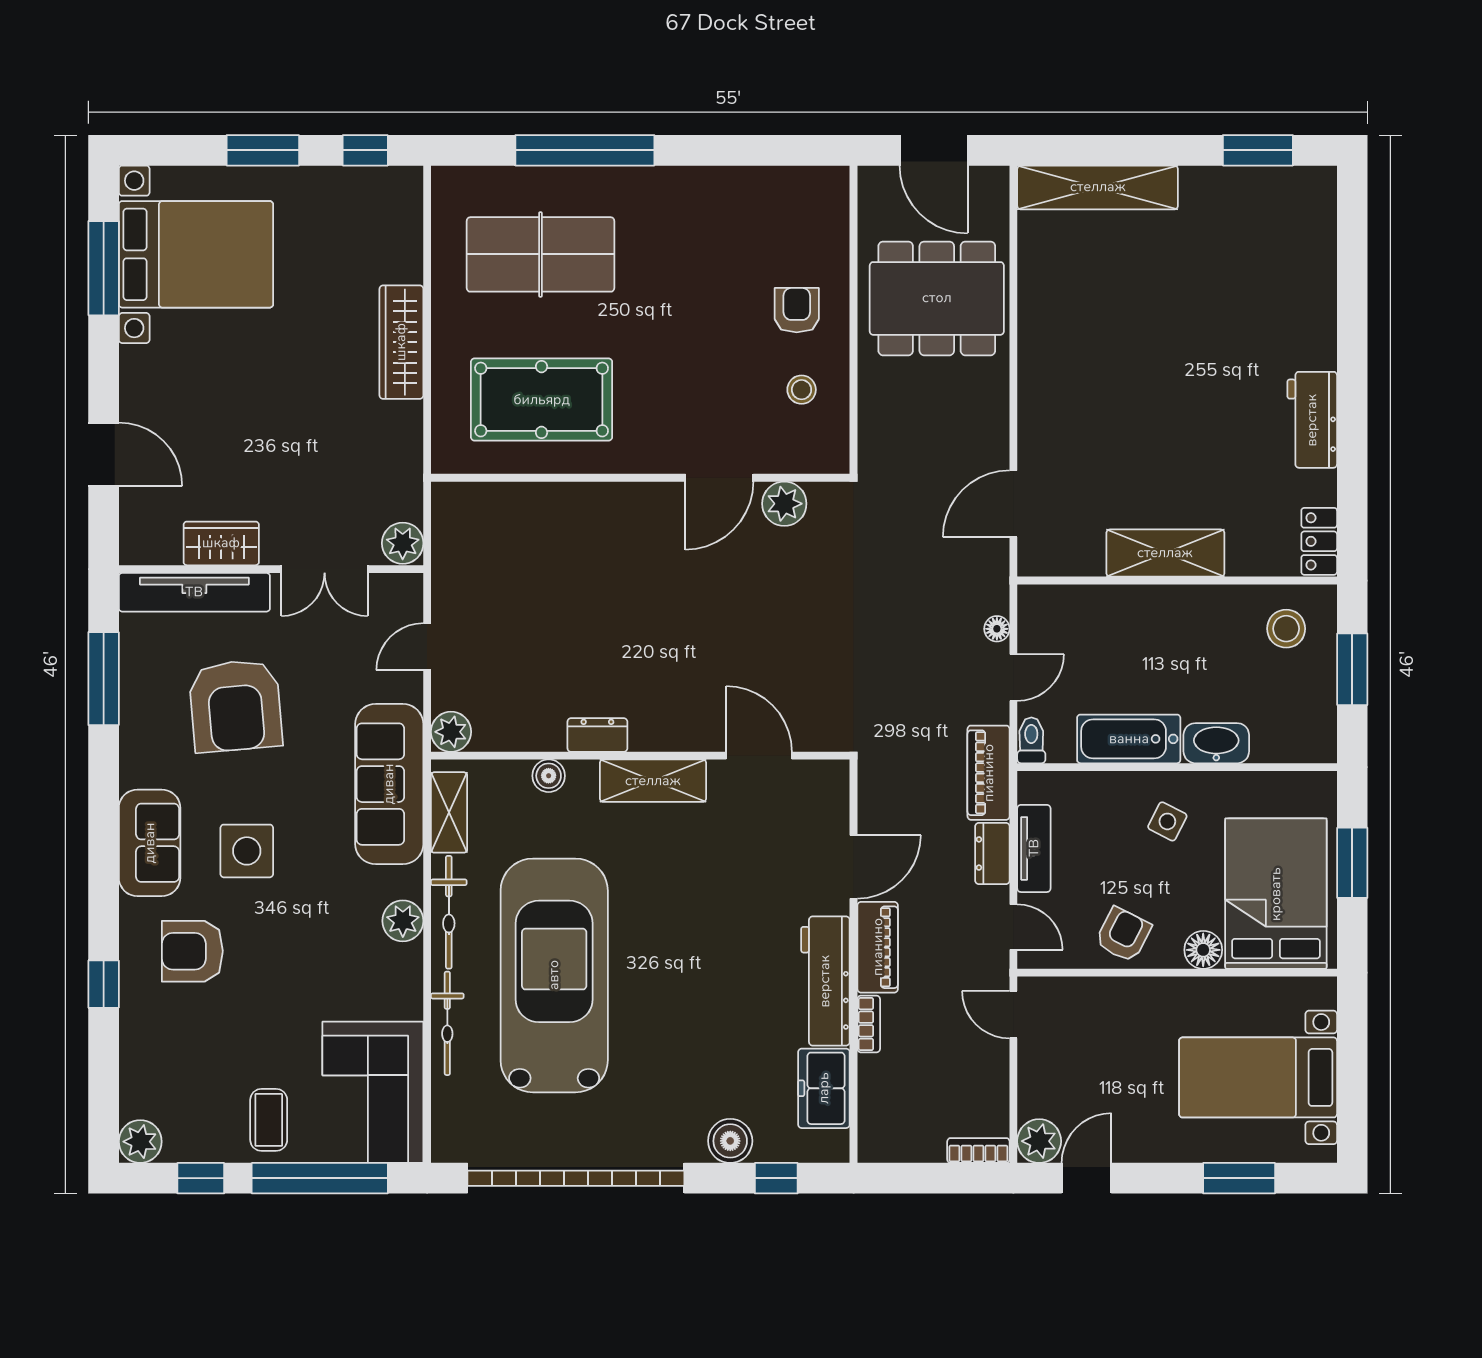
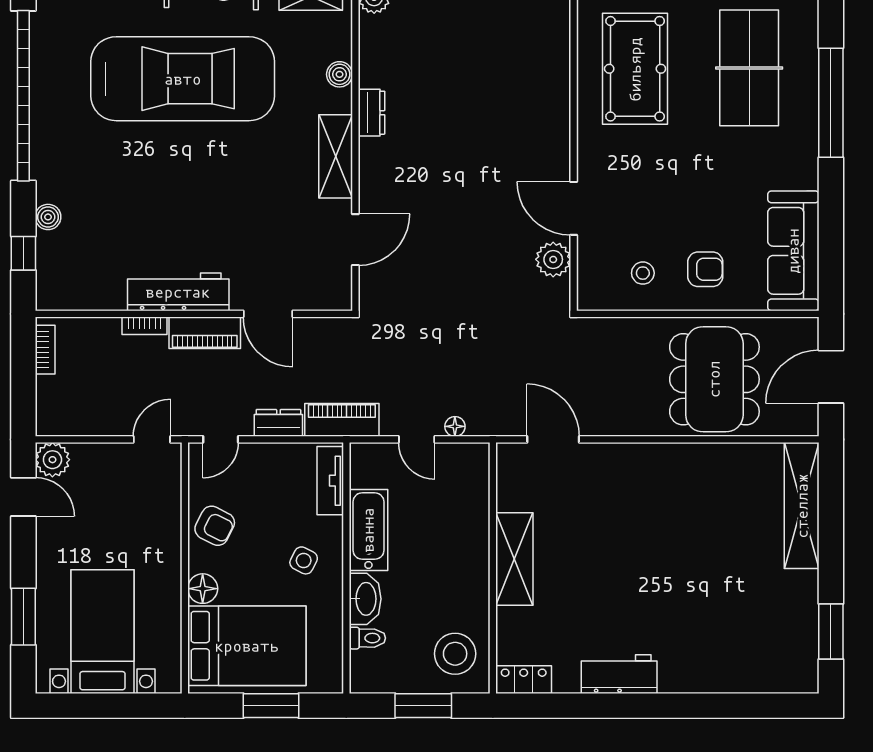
sofa: (773, 198) -> (793, 251), added
stool: (1286, 629) -> (455, 654), width x1.38, depth x1.38
toilet: (1031, 740) -> (367, 638), moved
tv unit: (1034, 848) -> (330, 481), moved, turned 90
freezer: (824, 1088) -> (94, 291), removed
boiler: (730, 1141) -> (48, 217), width x0.73, depth x0.73
bookcase: (978, 1151) -> (45, 350), moved

